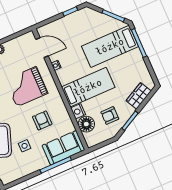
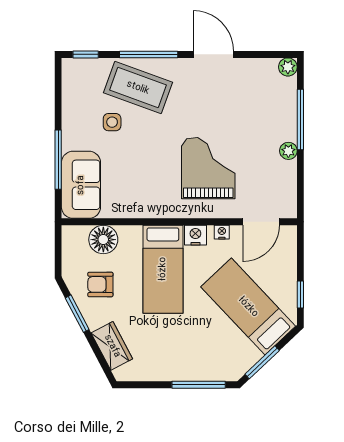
bed: (110, 46) -> (248, 307), moved, turned -43
nightstand: (78, 111) -> (195, 235), moved
armchair: (110, 116) -> (100, 284), turned -90
armchair: (42, 120) -> (141, 170), removed

